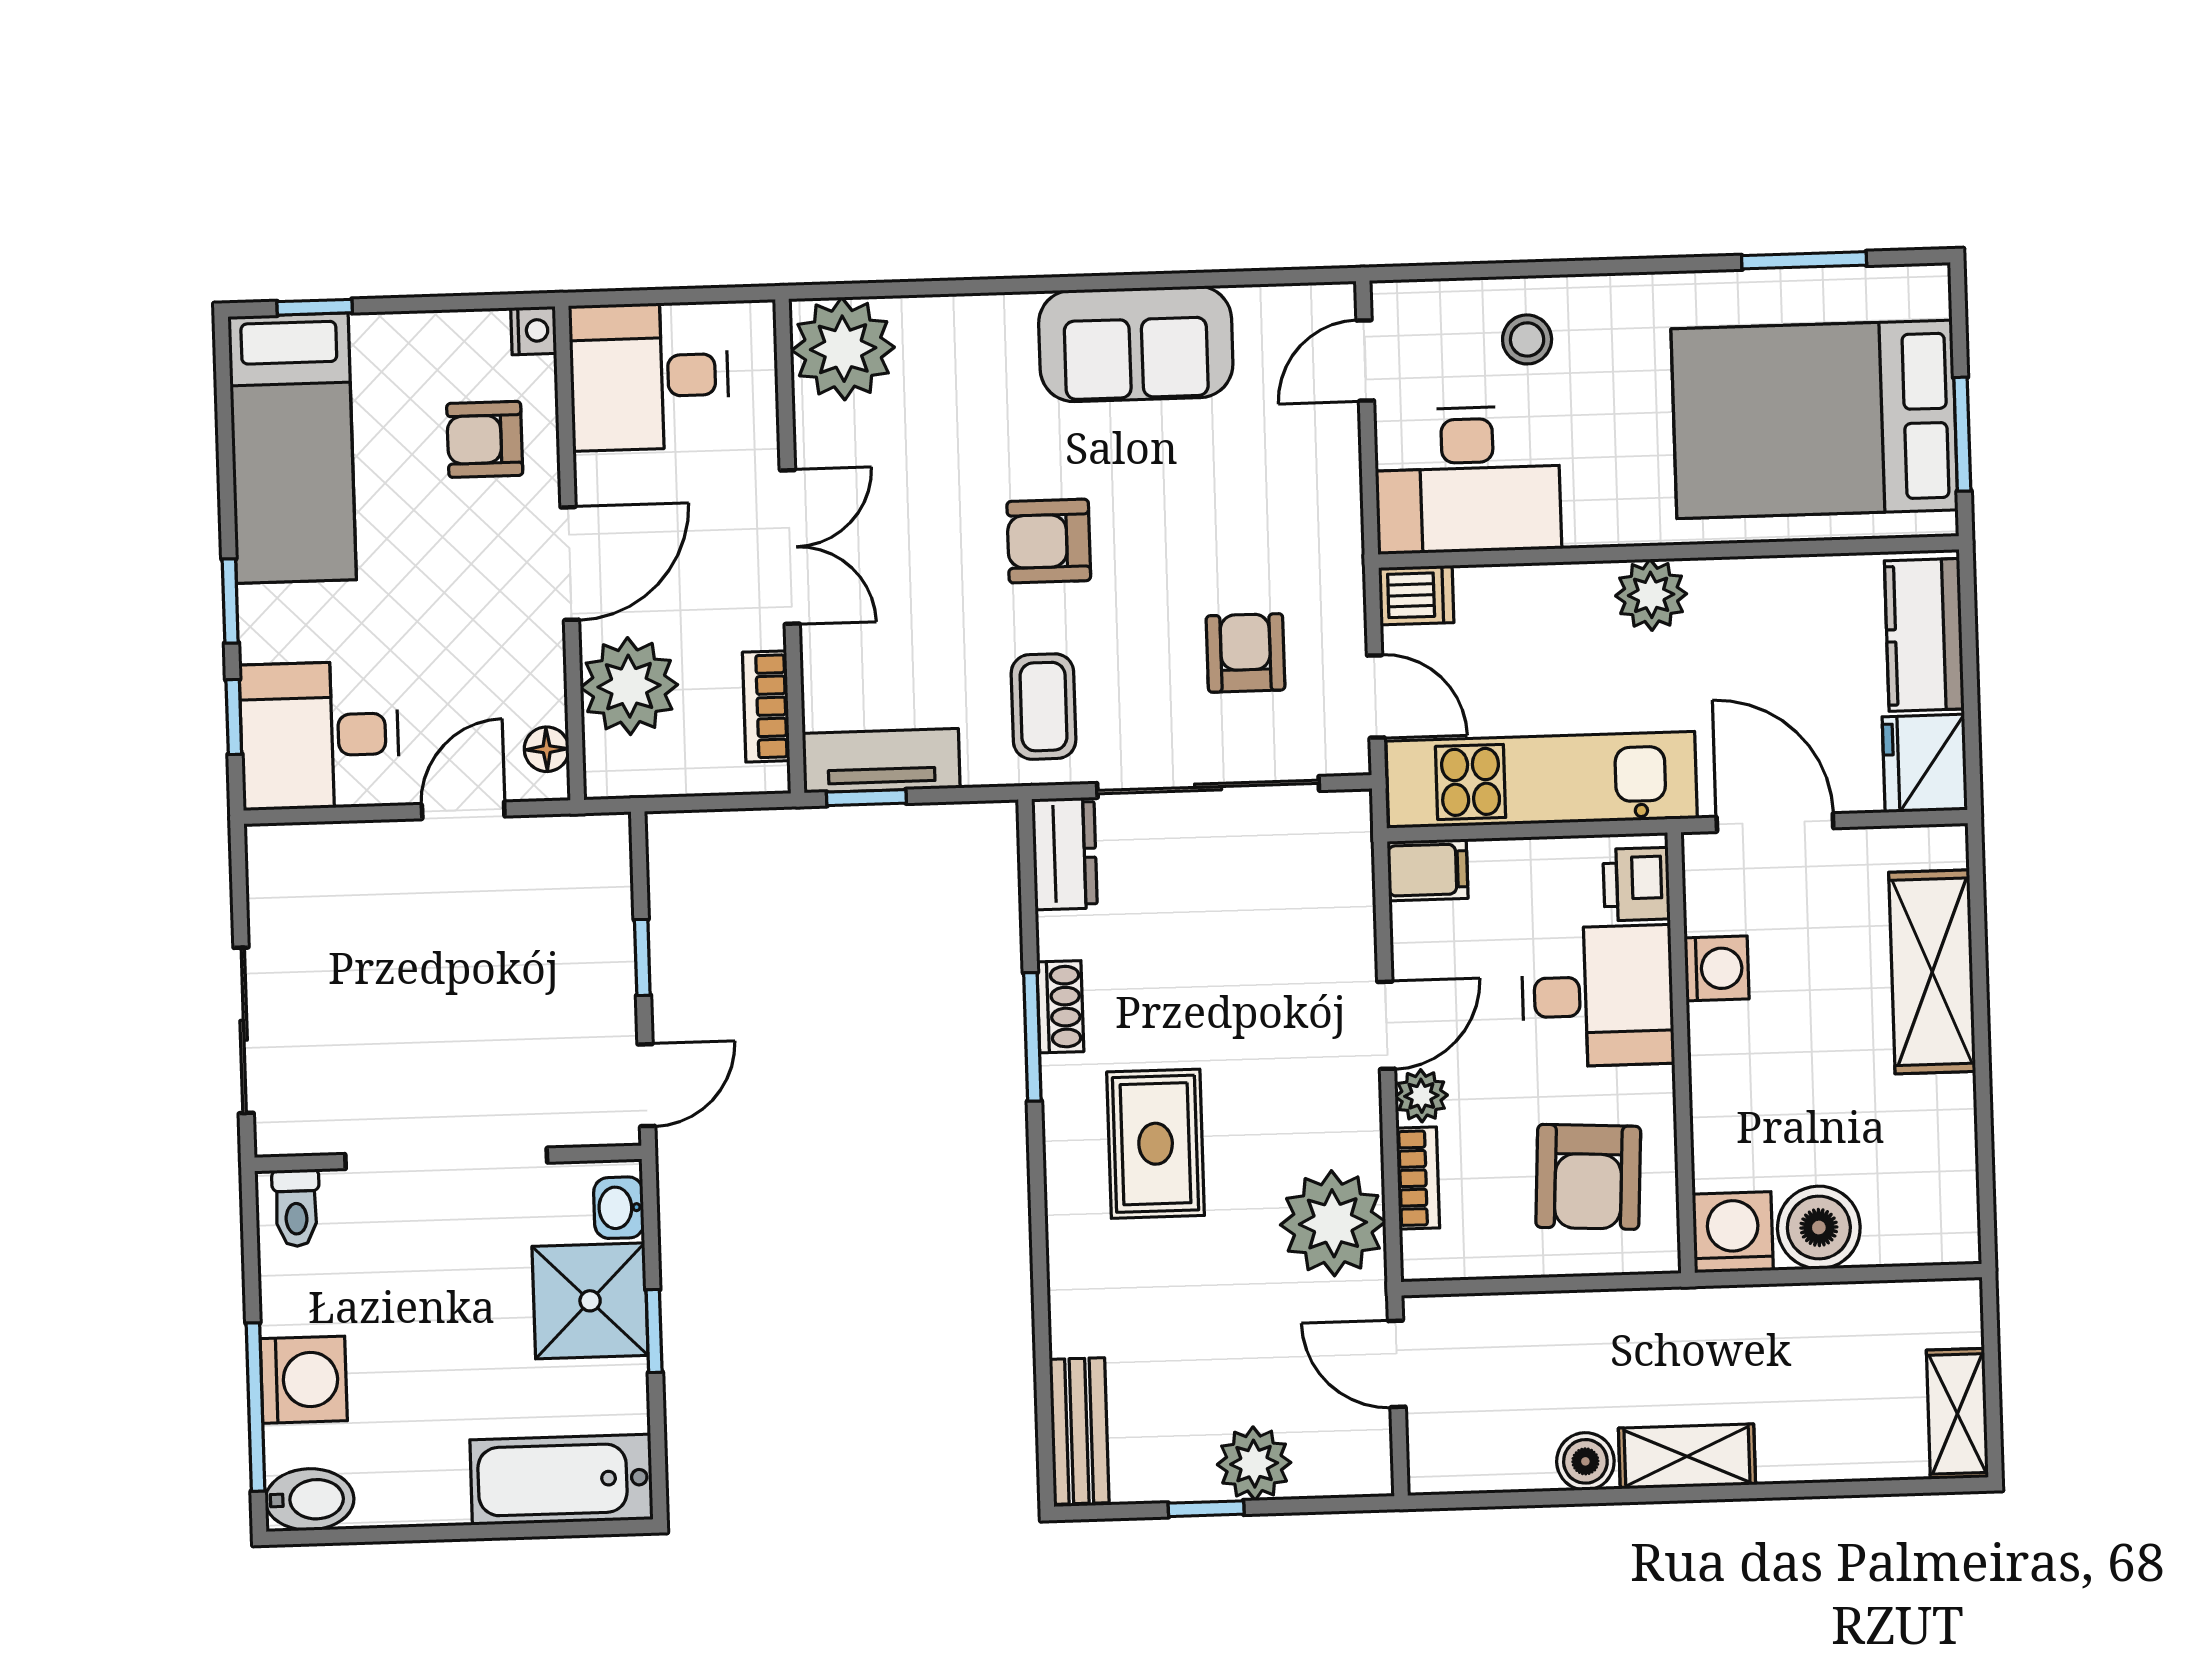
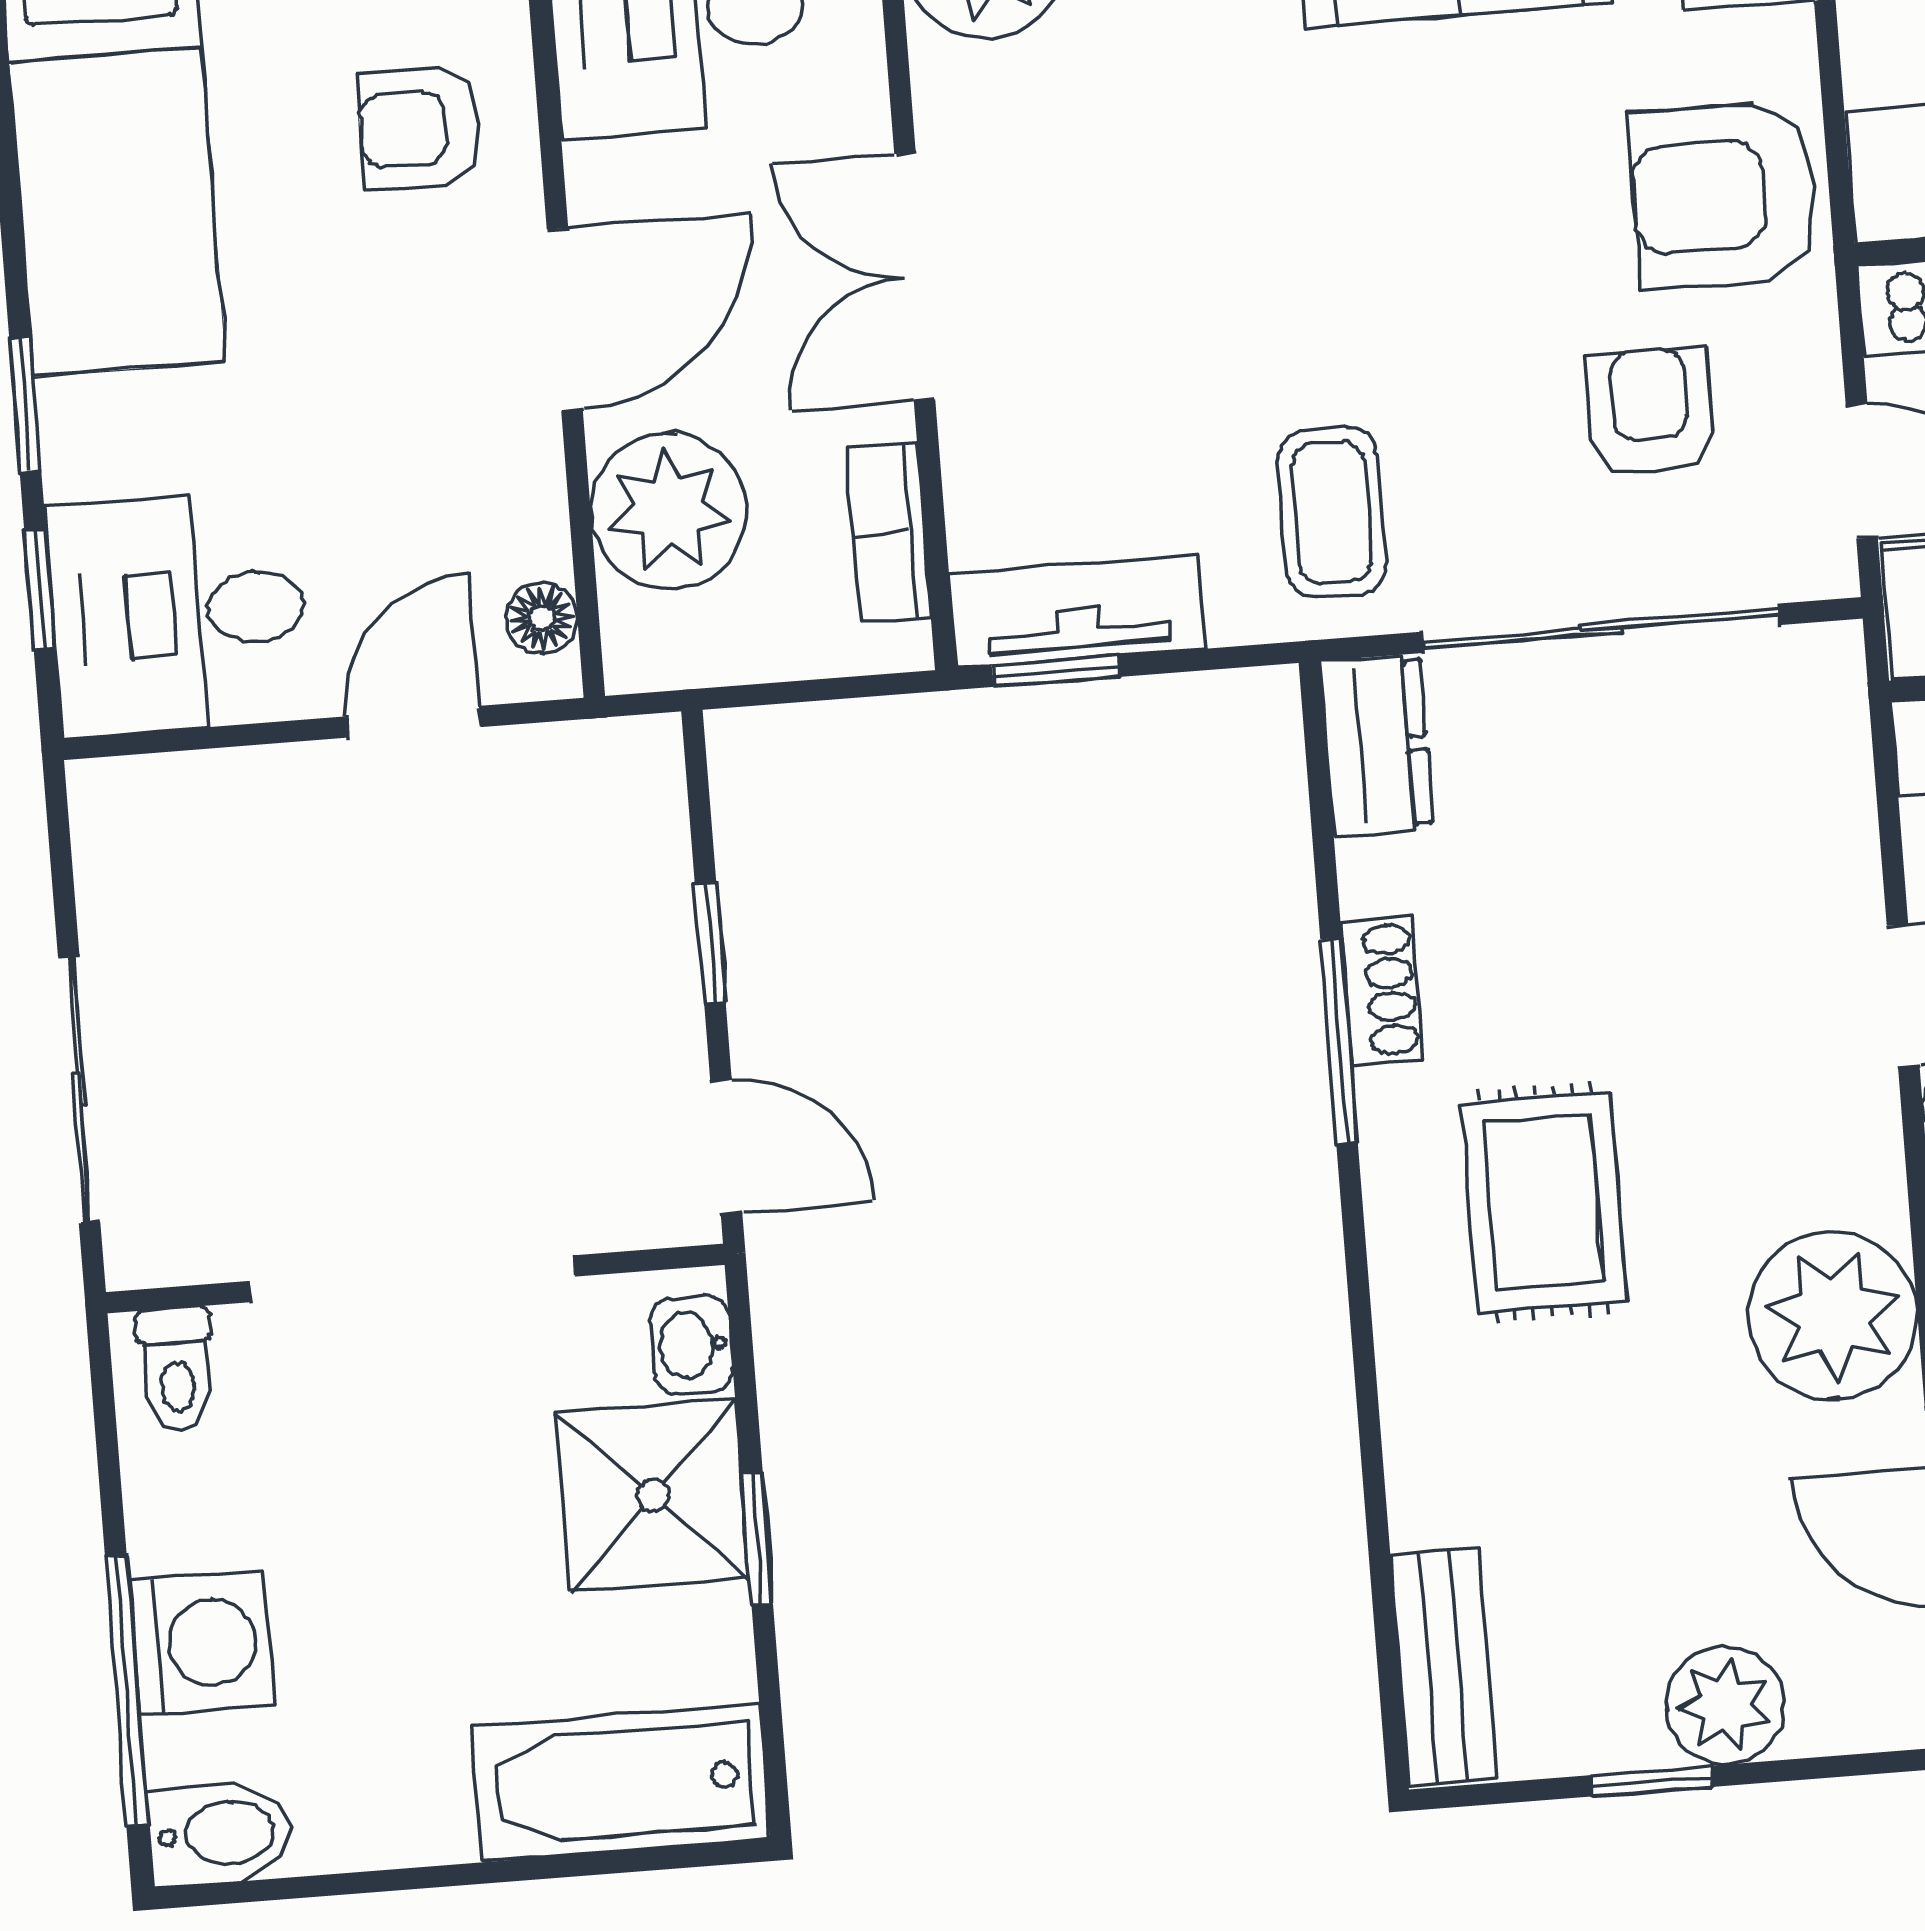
armchair: (1049, 541) -> (1724, 195), moved, width x1.38, depth x1.38
double door: (790, 547) -> (915, 277), swing flipped
door: (646, 1085) -> (726, 1147), hinge flipped

